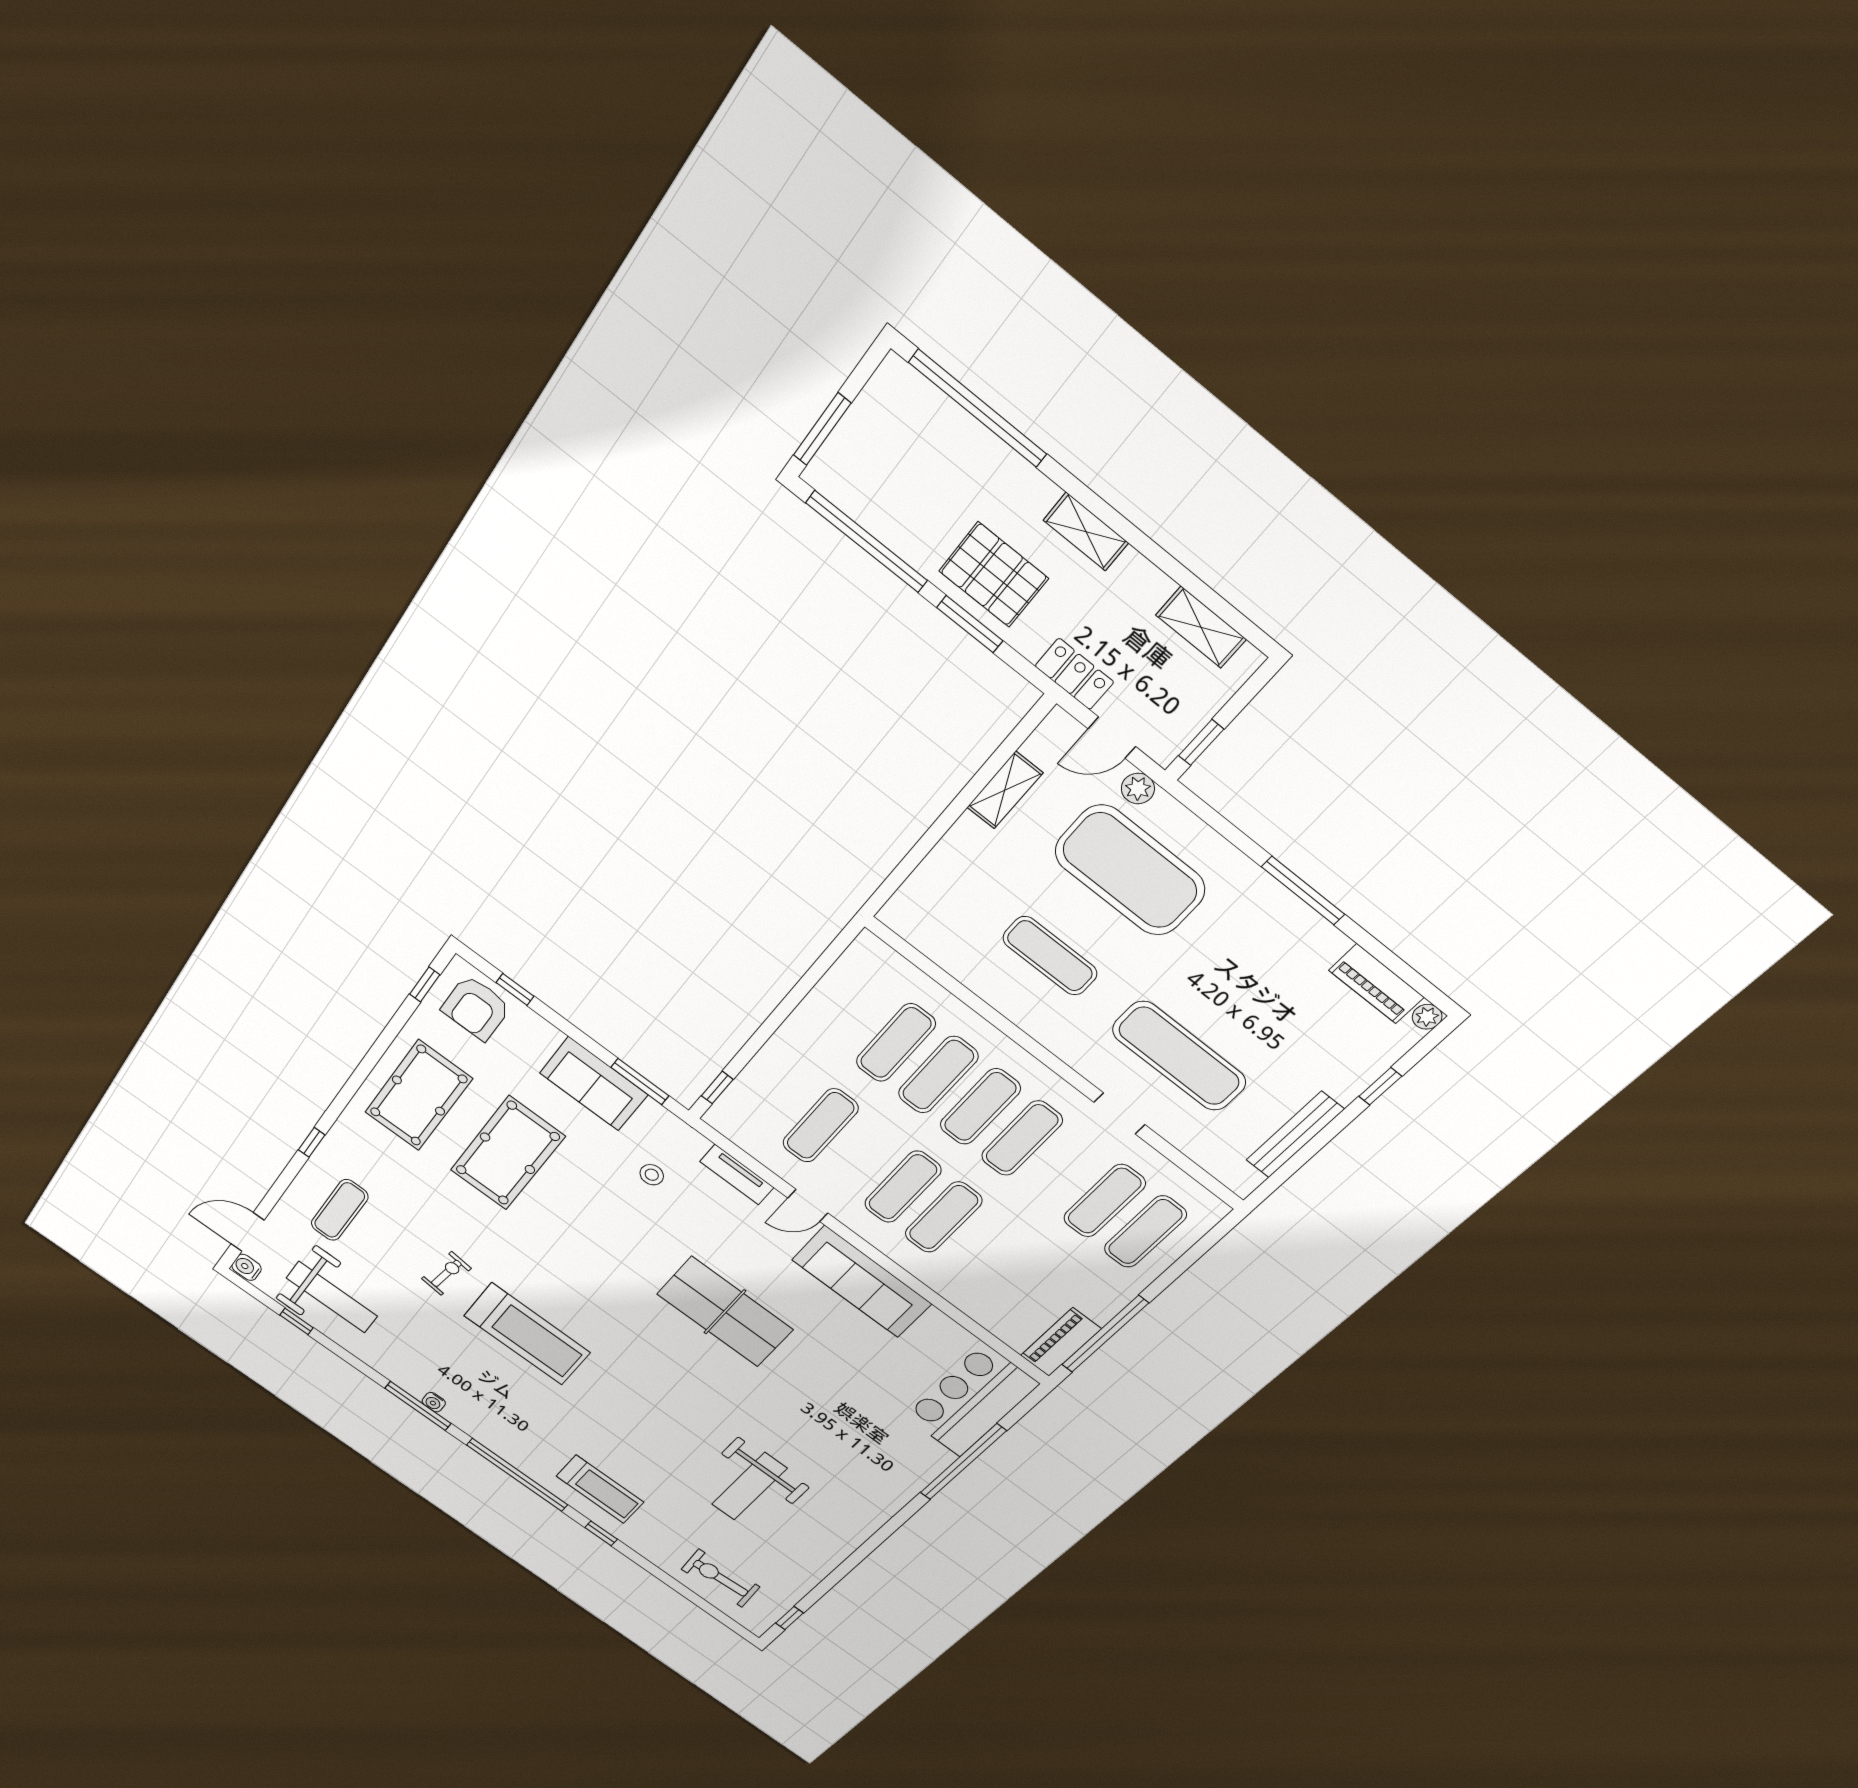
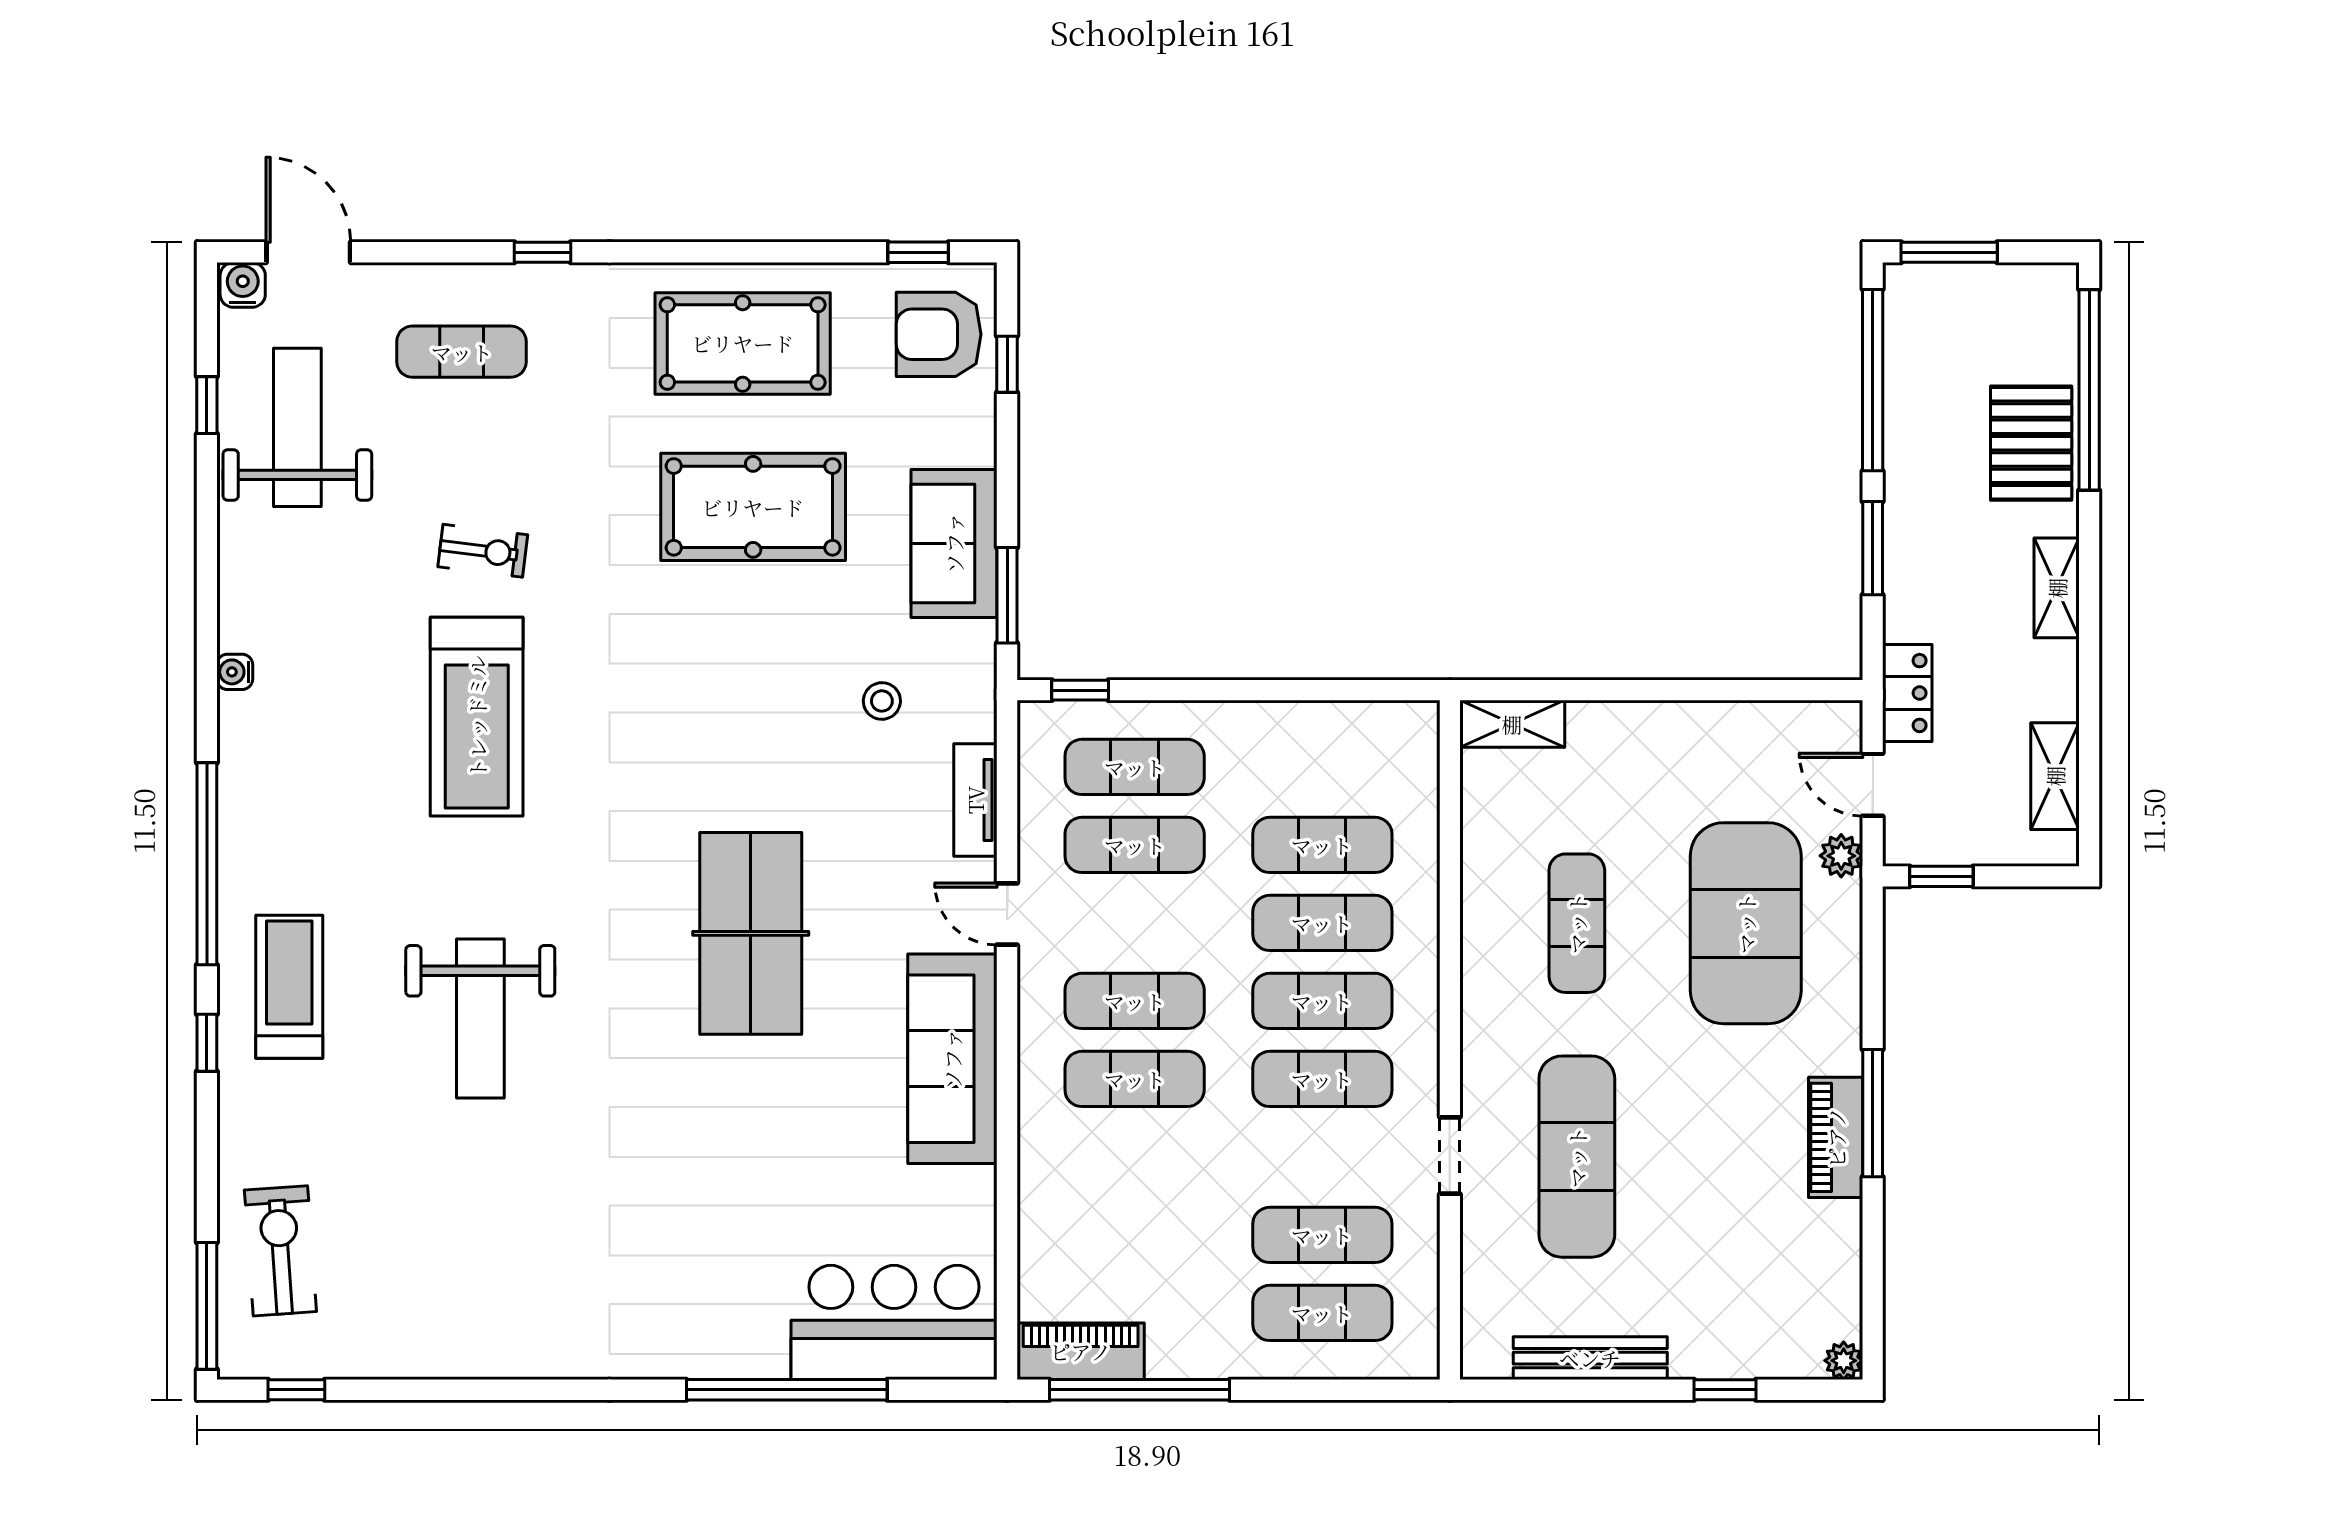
pallet: (994, 575) -> (2031, 443), moved
shelving: (1005, 790) -> (1512, 724), moved
piano: (1376, 984) -> (1836, 1137), moved
exercise mat: (779, 1095) -> (1135, 767), added
weight bench: (332, 1297) -> (297, 427), turned 180
window: (418, 1406) -> (207, 1306), moved
weight bench: (749, 1486) -> (480, 1019), moved, turned -90
treadmill: (600, 1489) -> (289, 987), turned 180

